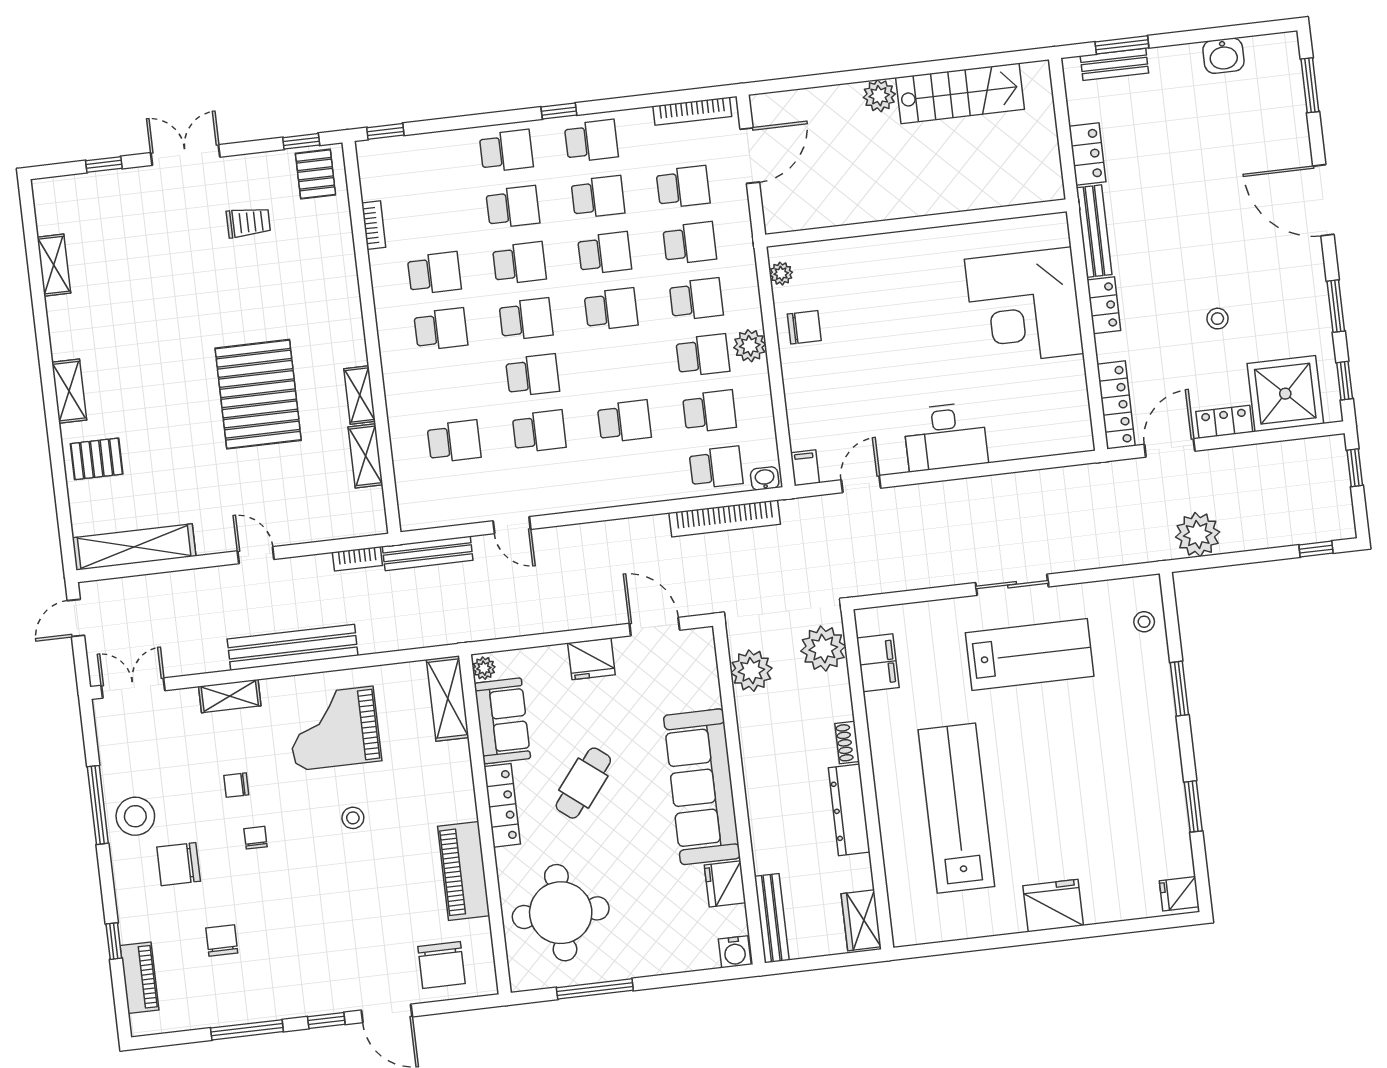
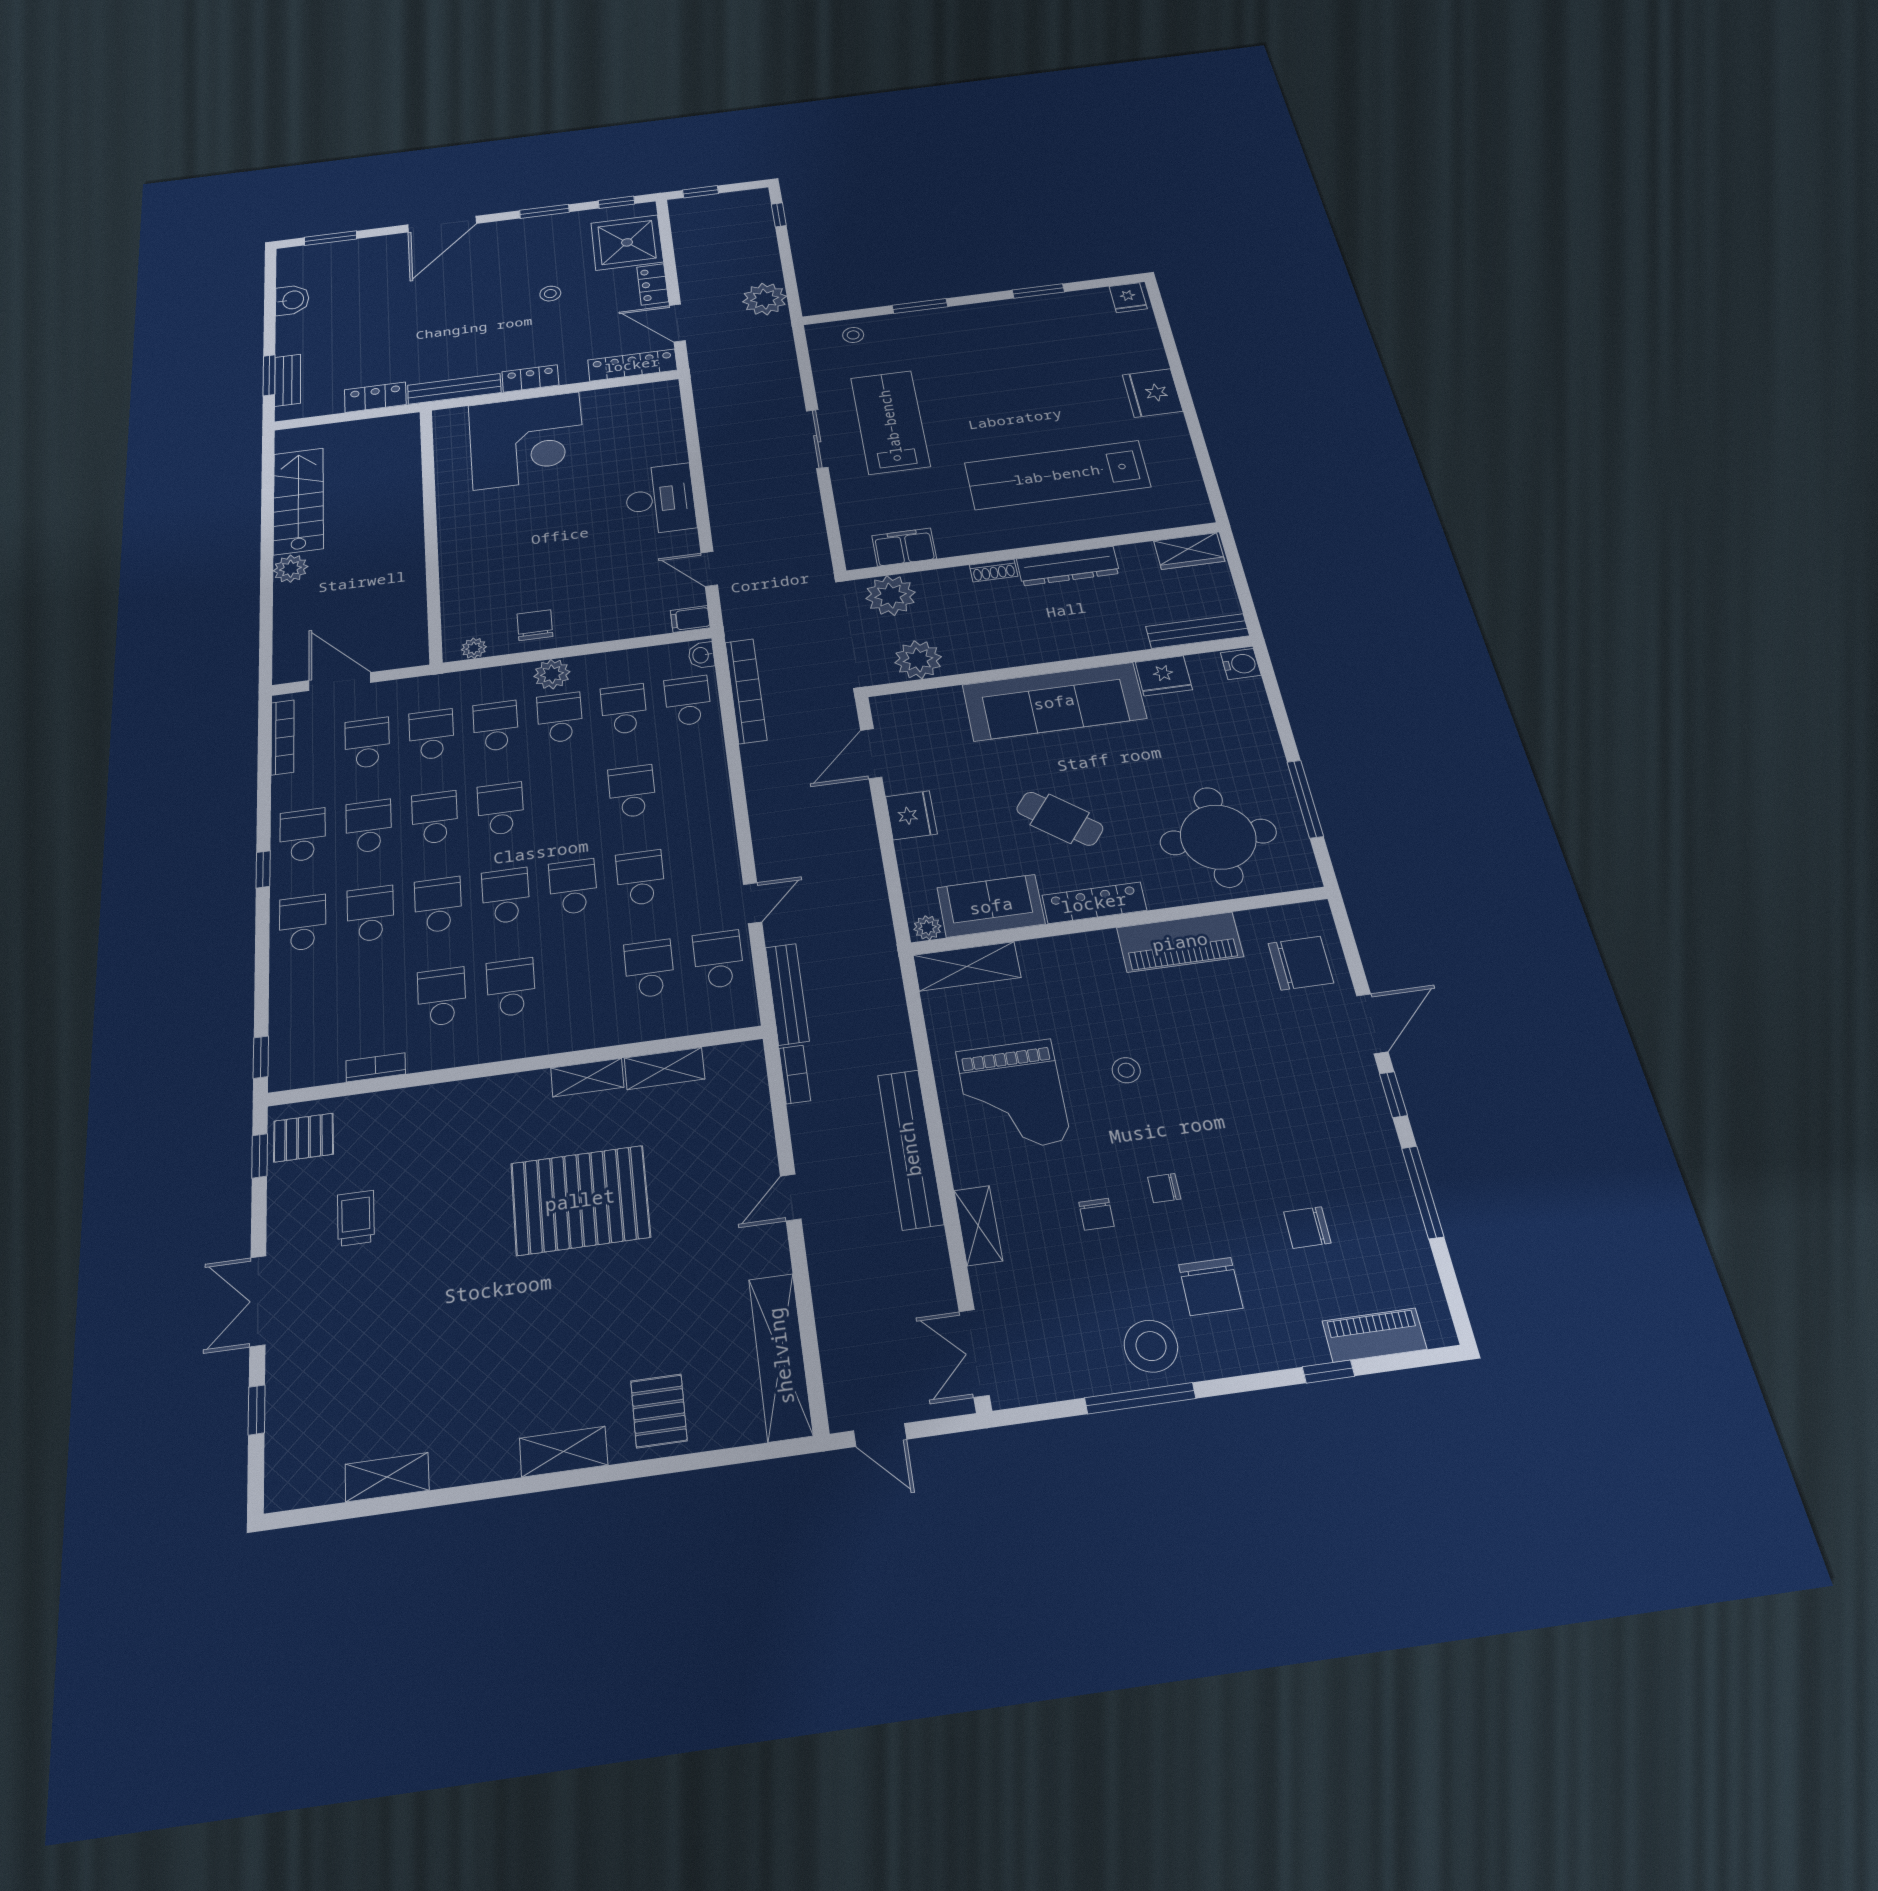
school desk: (461, 497) -> (718, 959), added

